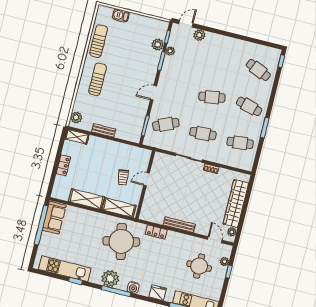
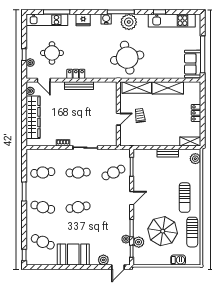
booth: (230, 49) -> (73, 255), added
parasol: (129, 50) -> (163, 231), added
locker: (156, 232) -> (76, 74), moved

